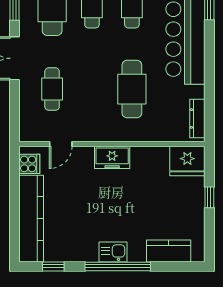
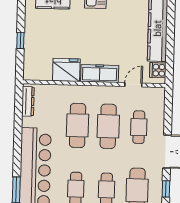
cafe table: (92, 89) -> (108, 126), added
freezer: (112, 157) -> (100, 73), width x1.40
fridge: (187, 161) -> (66, 70), moved

